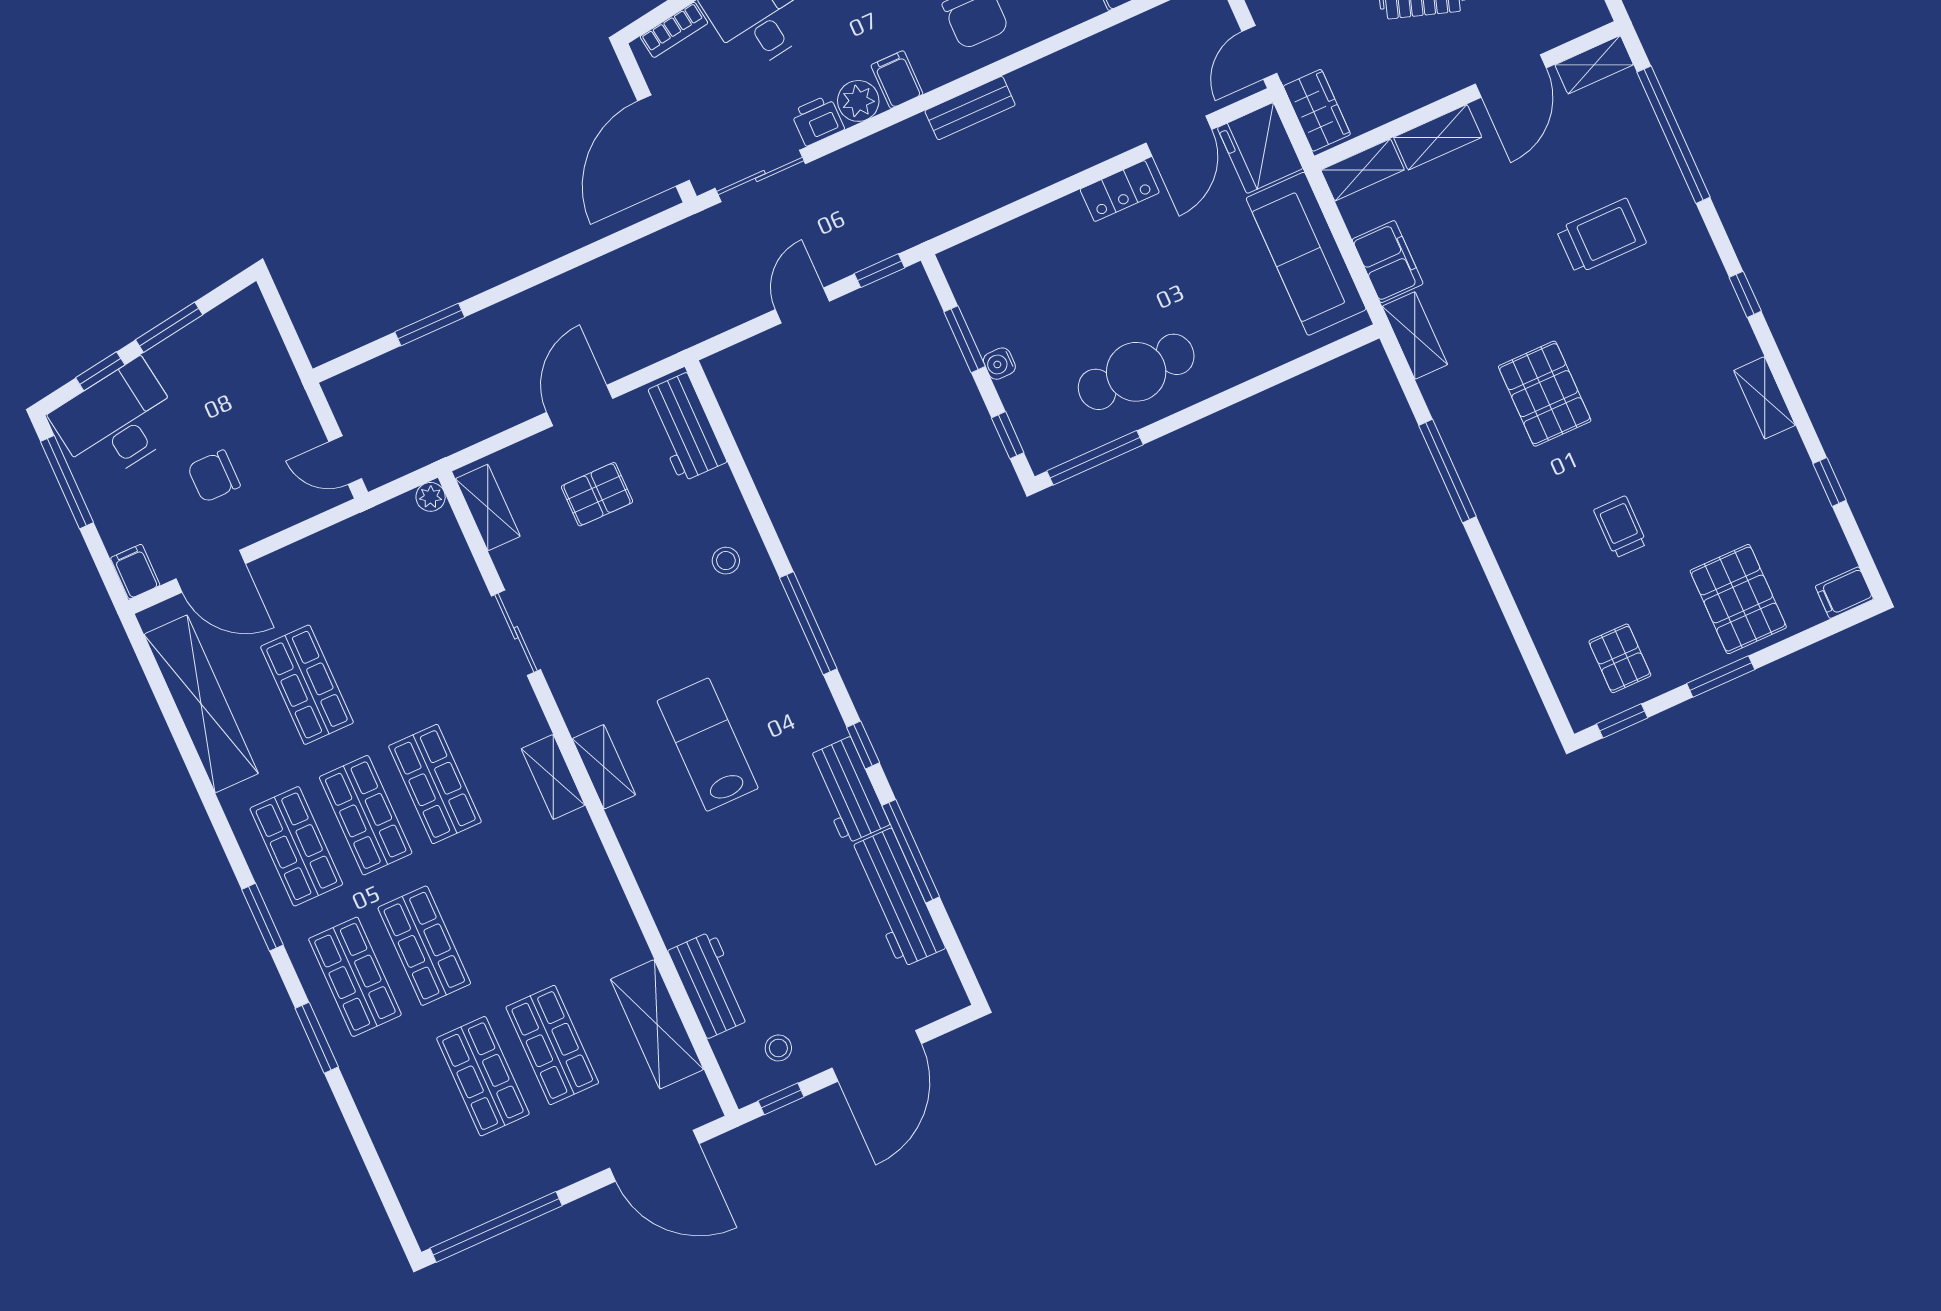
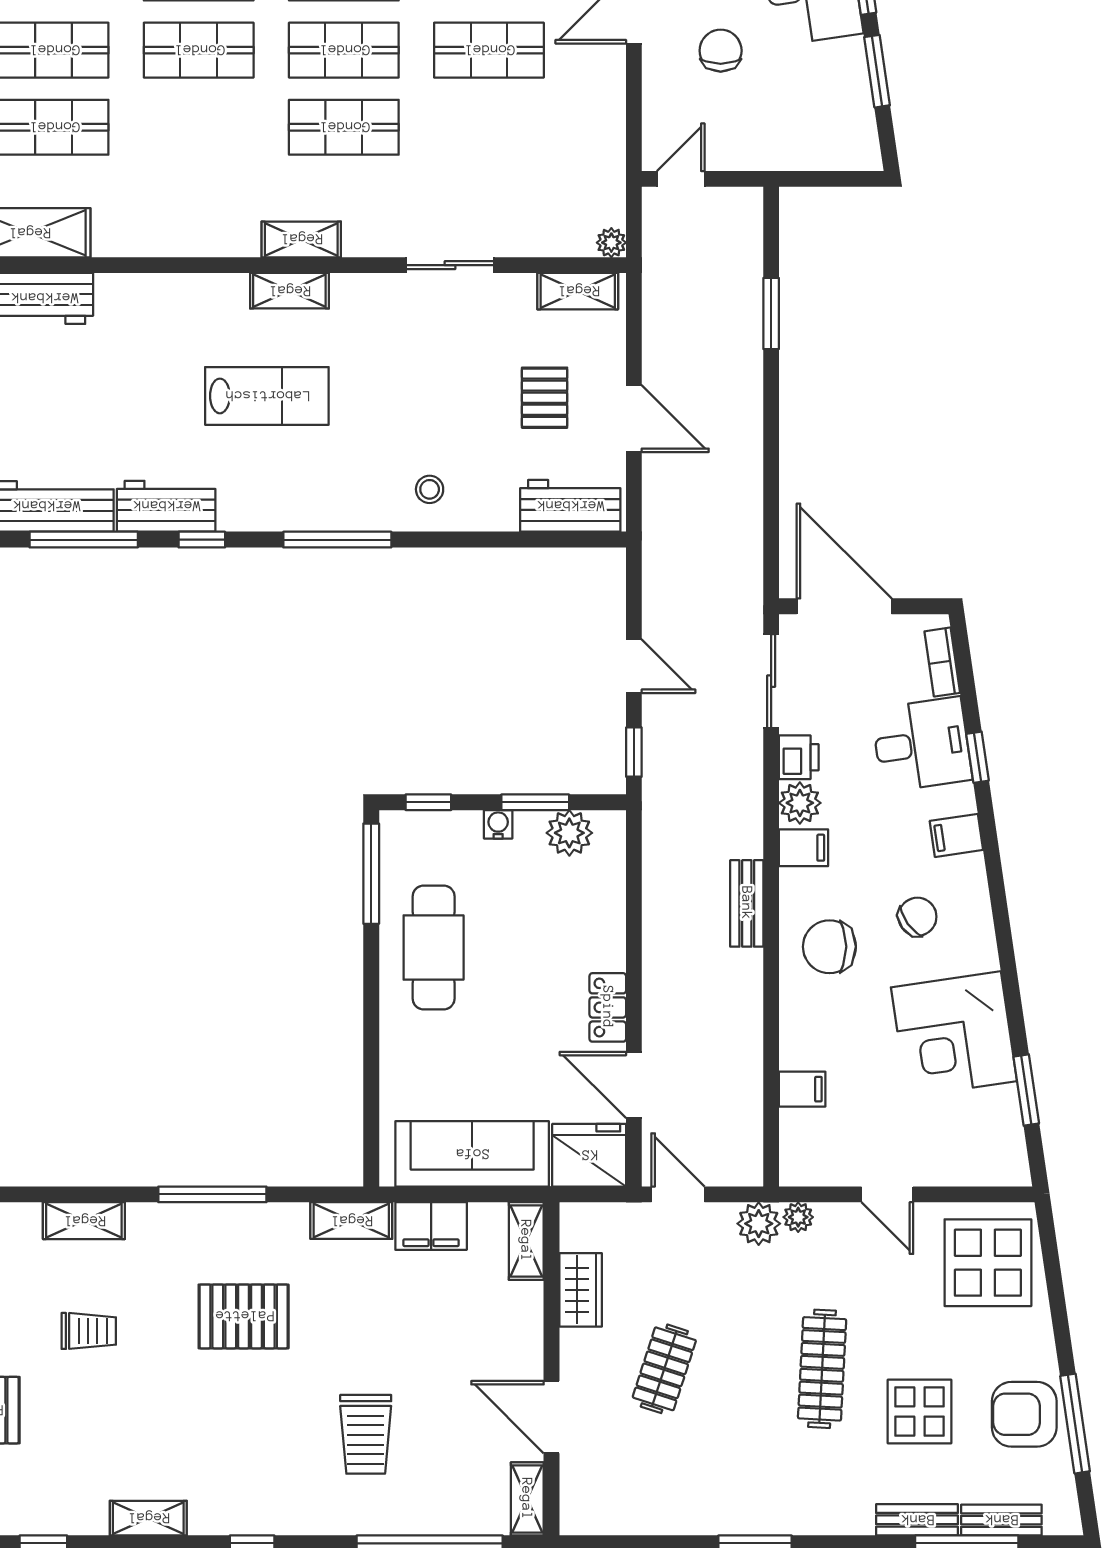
wardrobe: (1317, 110) -> (581, 1290), moved, turned -90
shelving: (1438, 137) -> (84, 1221), moved, turned 90
plant: (978, 296) -> (569, 833), added

